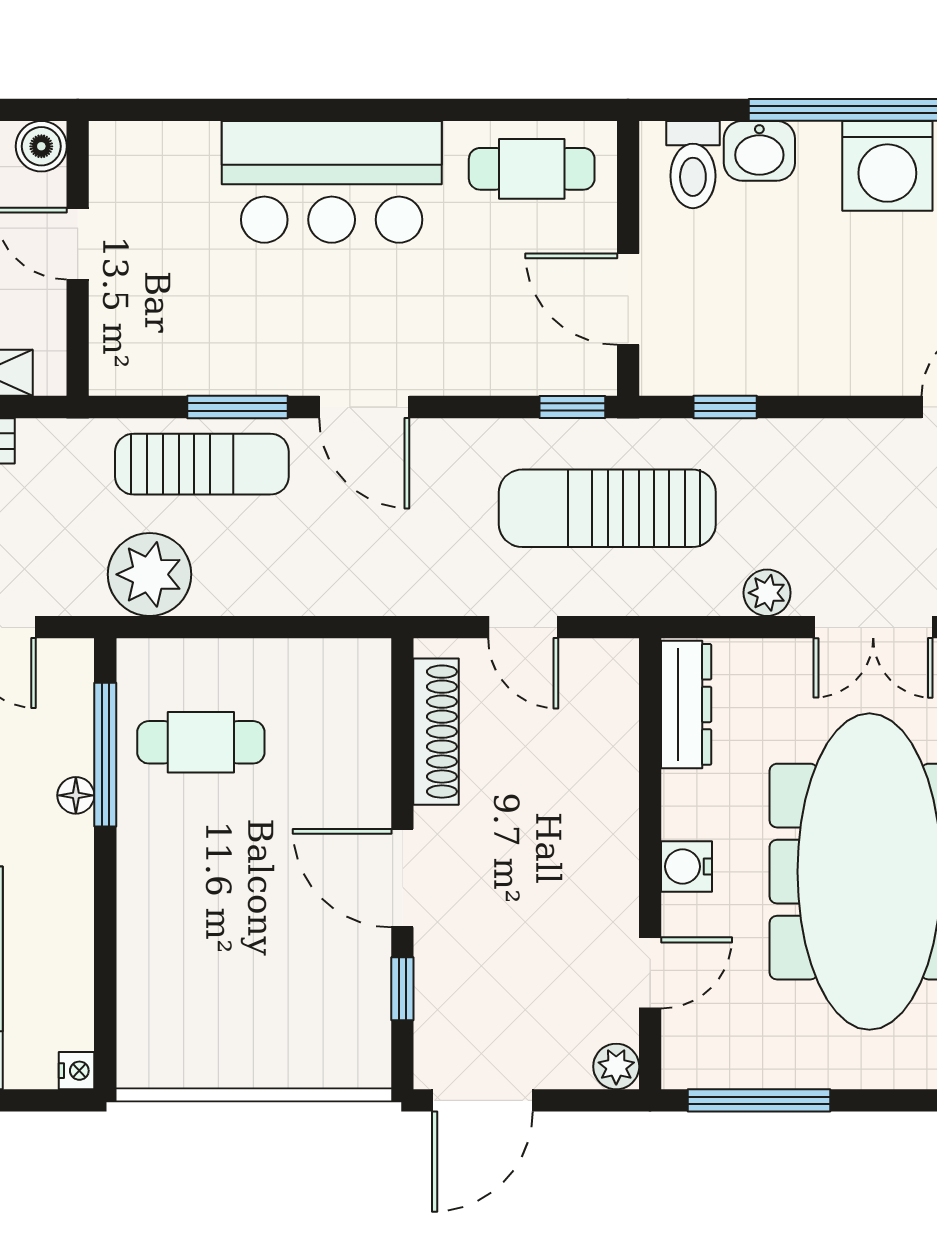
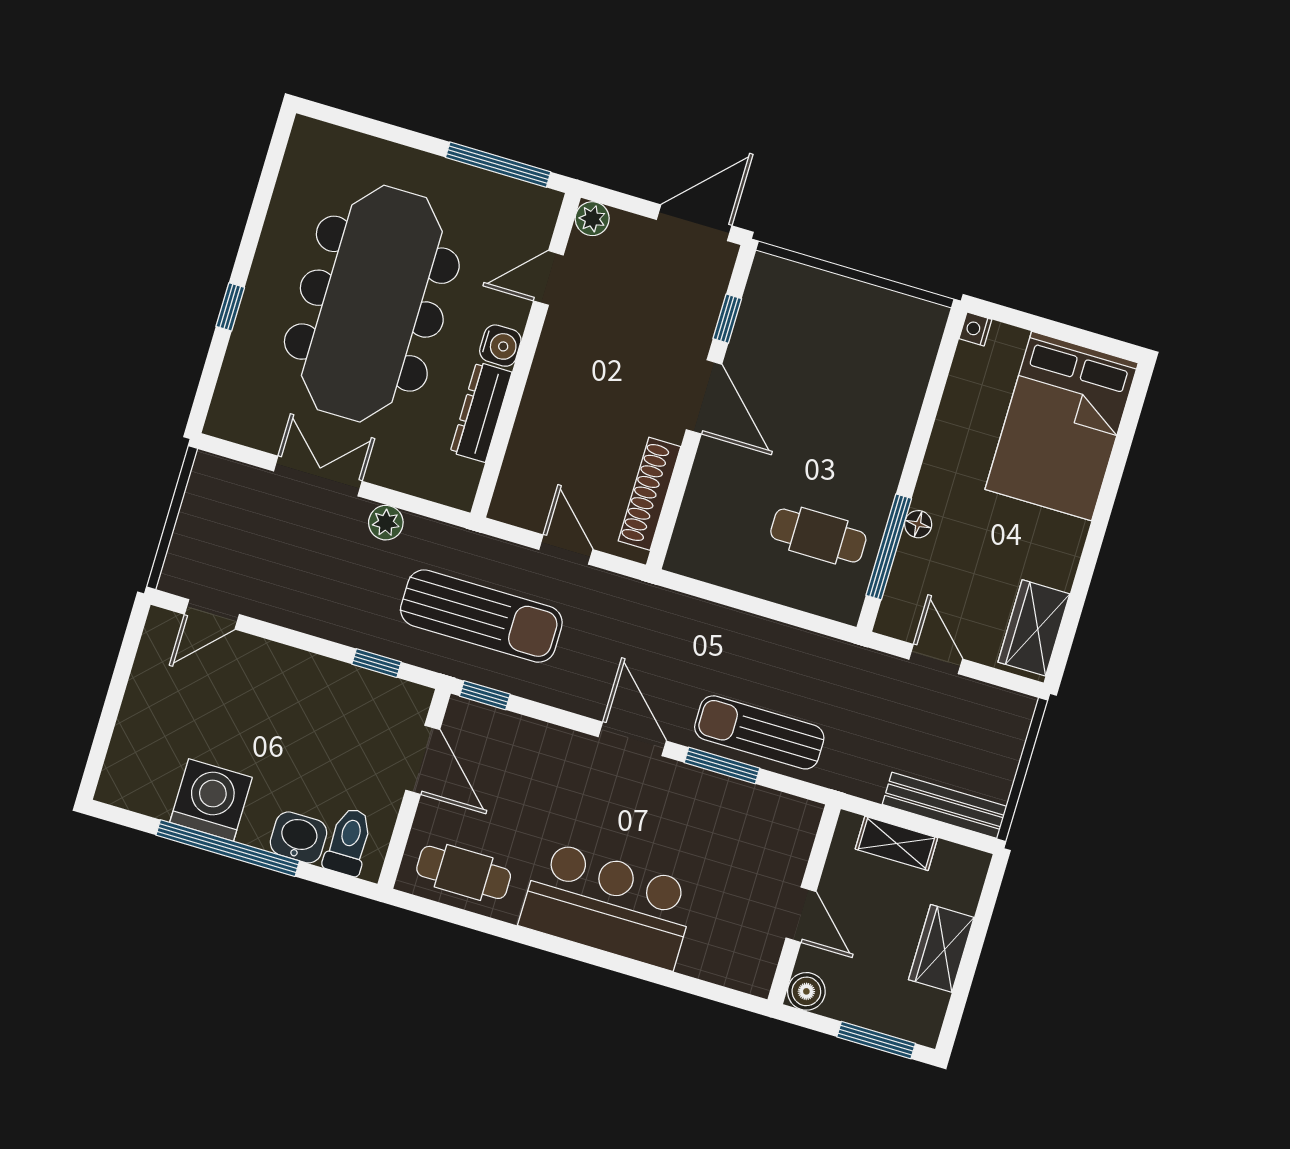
plant: (150, 574) -> (820, 665), removed
dresser: (686, 704) -> (481, 412), moved

